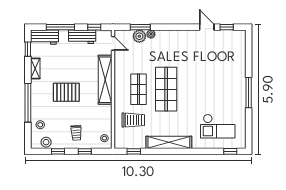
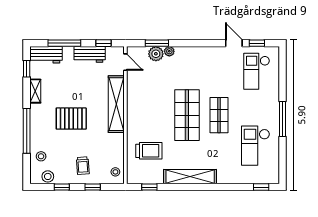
checkout: (226, 51) -> (257, 71), added
shop shelf: (138, 89) -> (219, 115), moved
checkout: (218, 126) -> (256, 146), moved, turned 90

